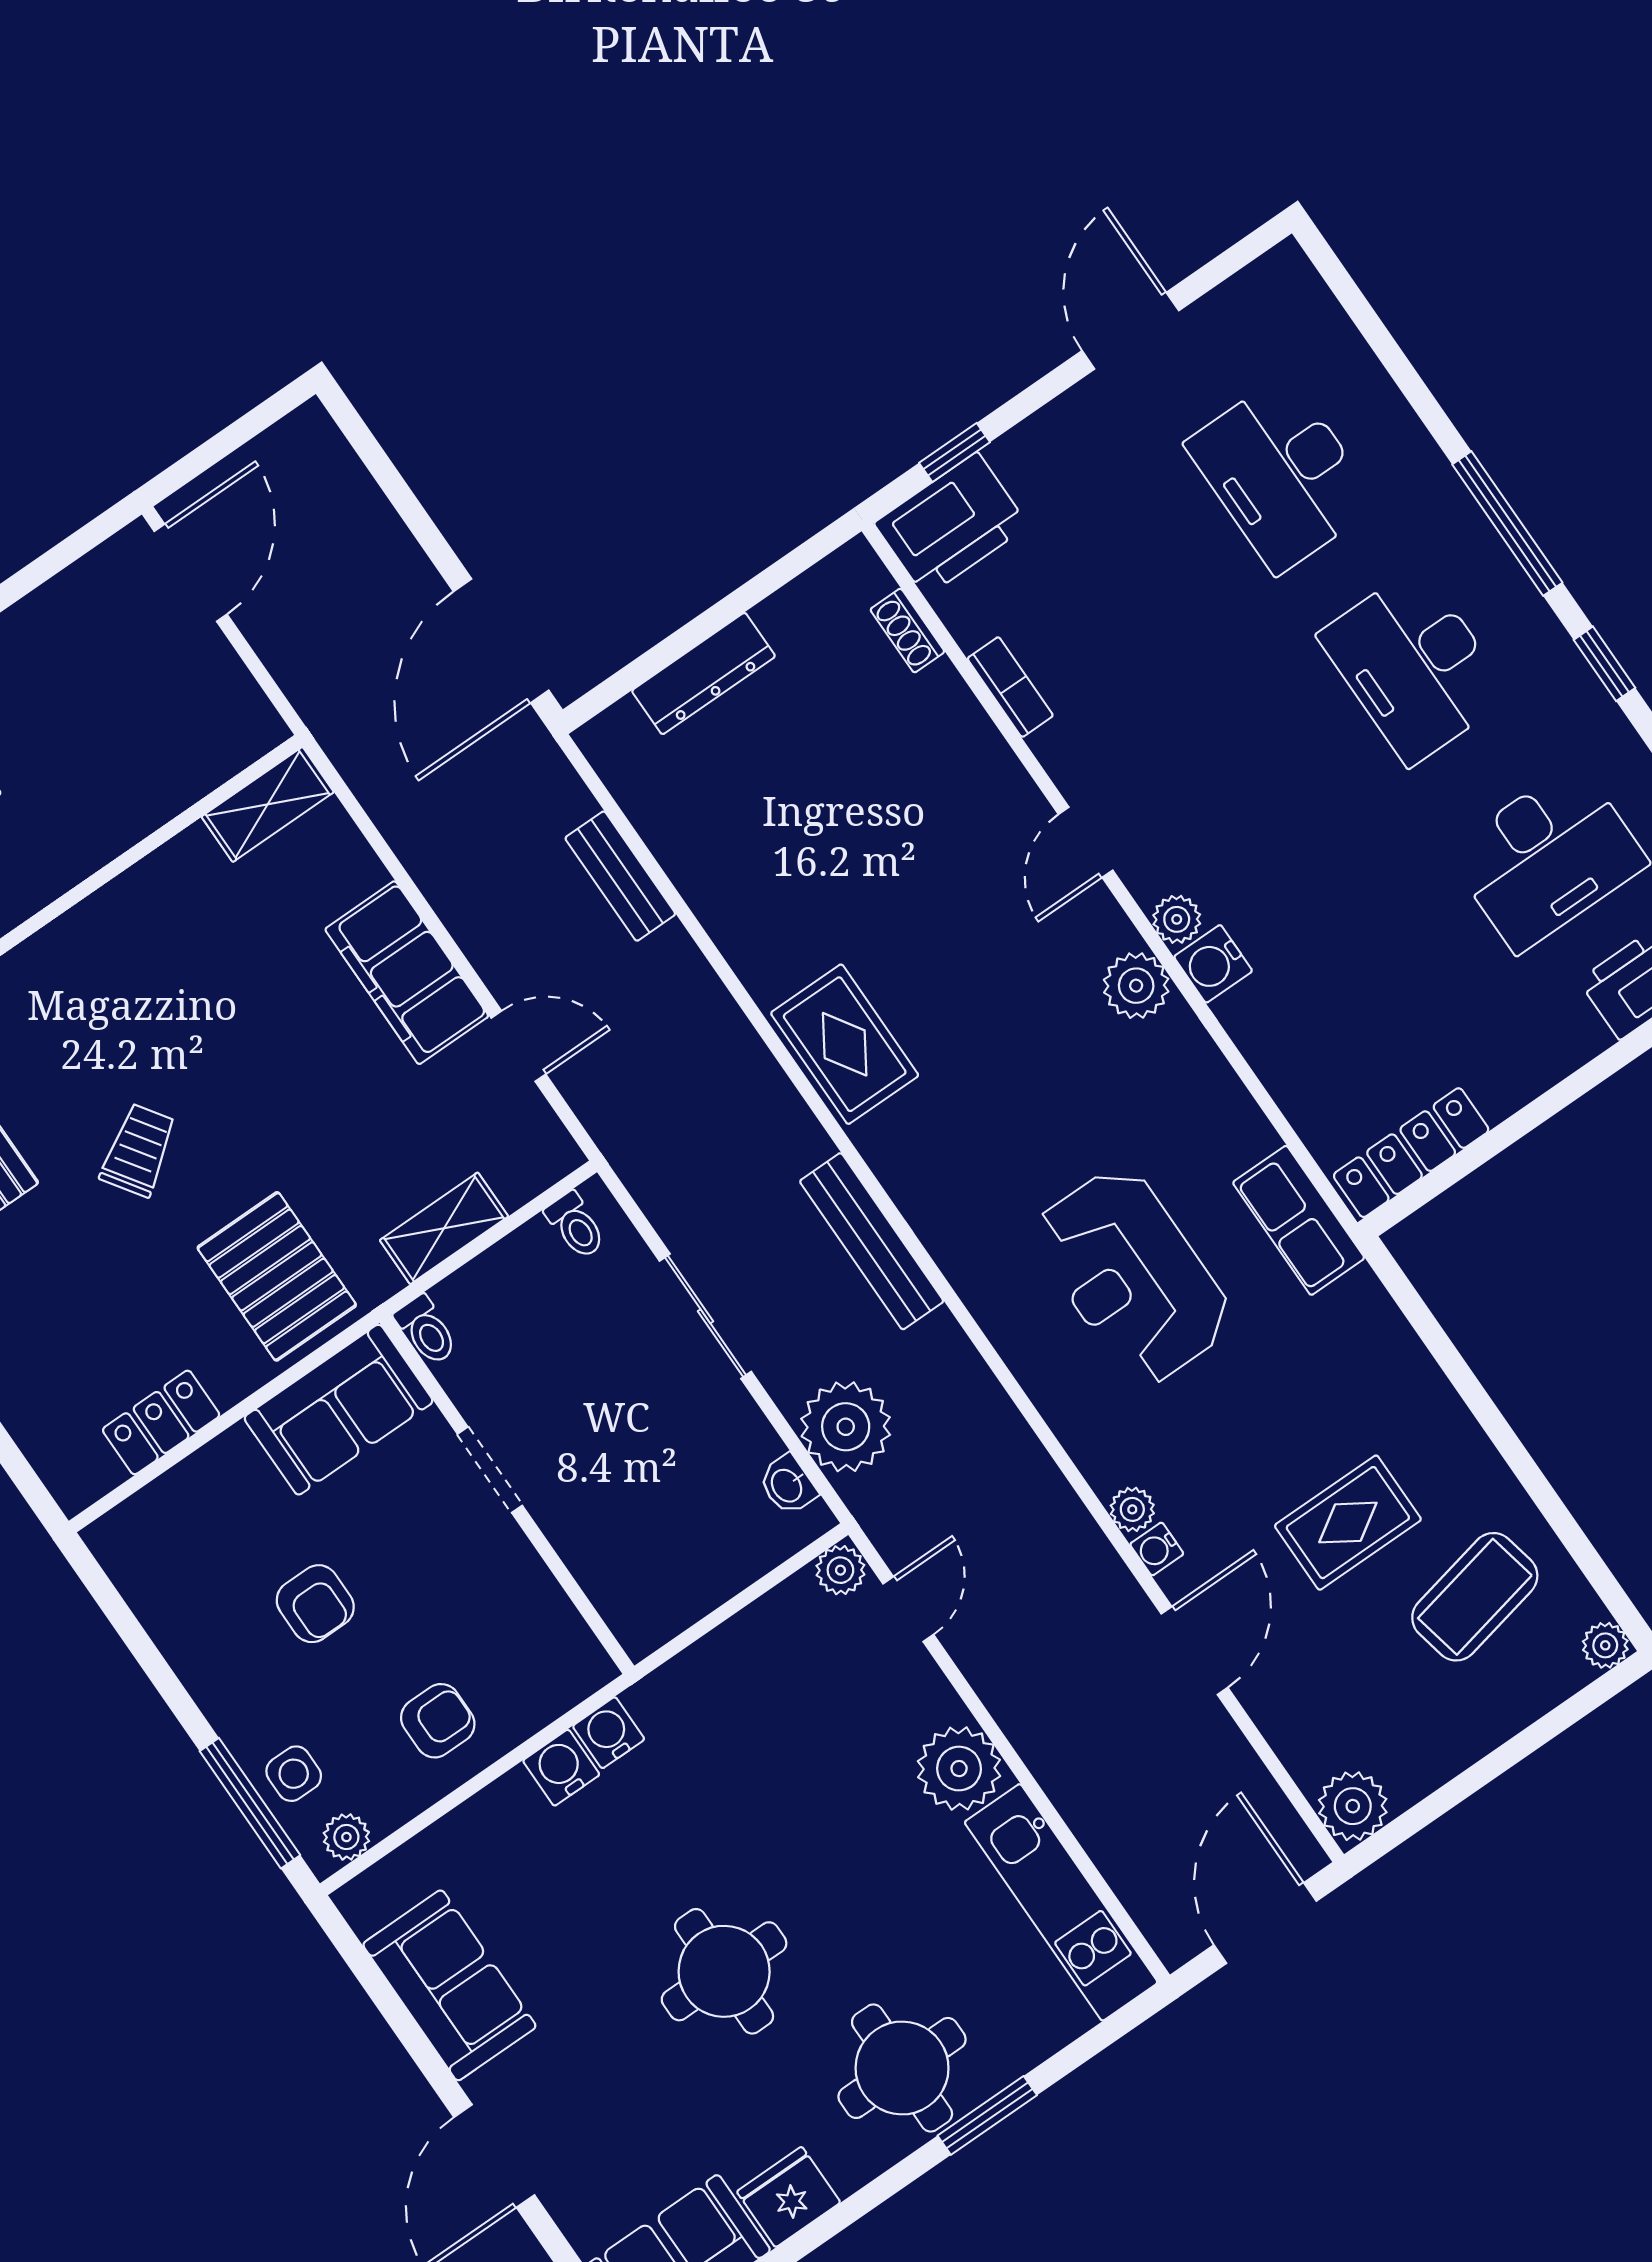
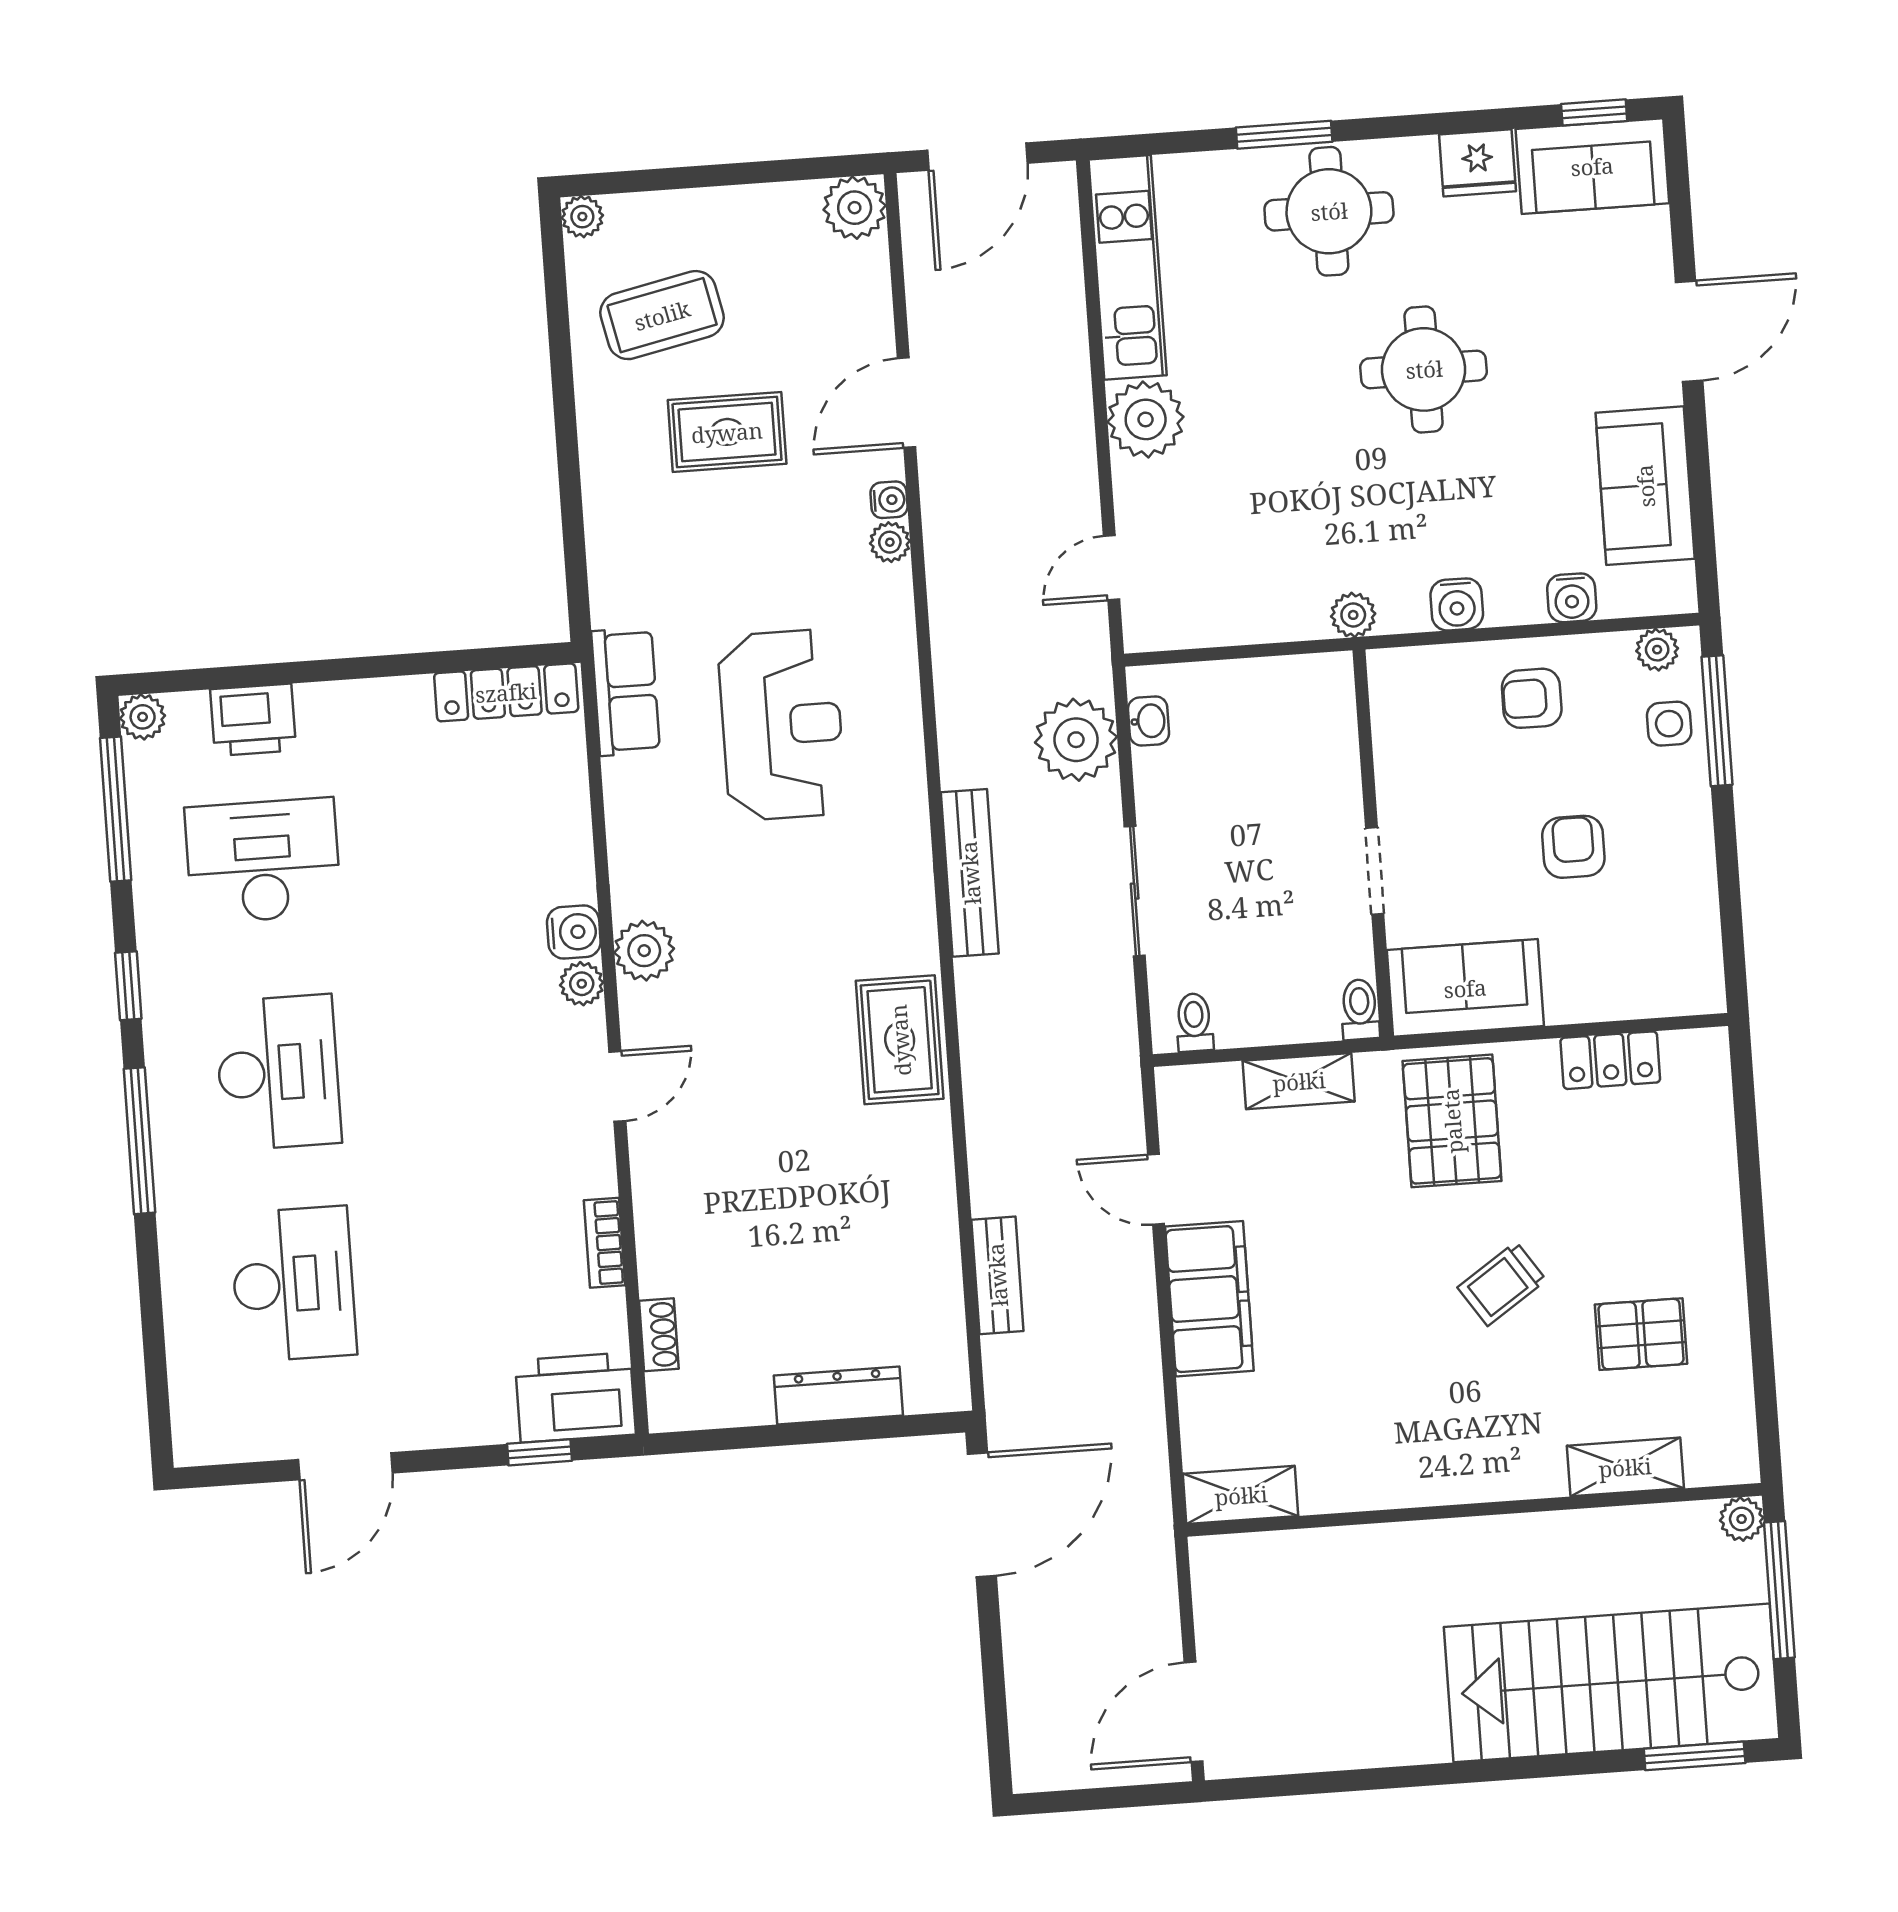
plant: (840, 1570) -> (1353, 615), moved
water cooler: (609, 1733) -> (1572, 598), moved

